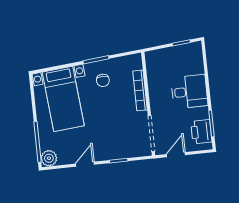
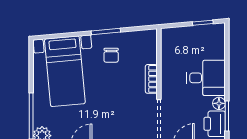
bookcase: (140, 90) -> (151, 79), width x0.64
floor lamp: (203, 113) -> (219, 103), added

